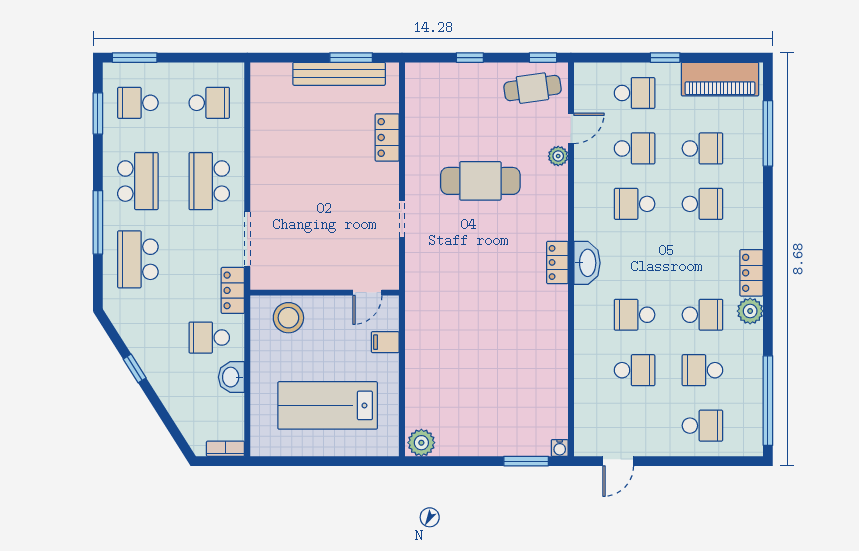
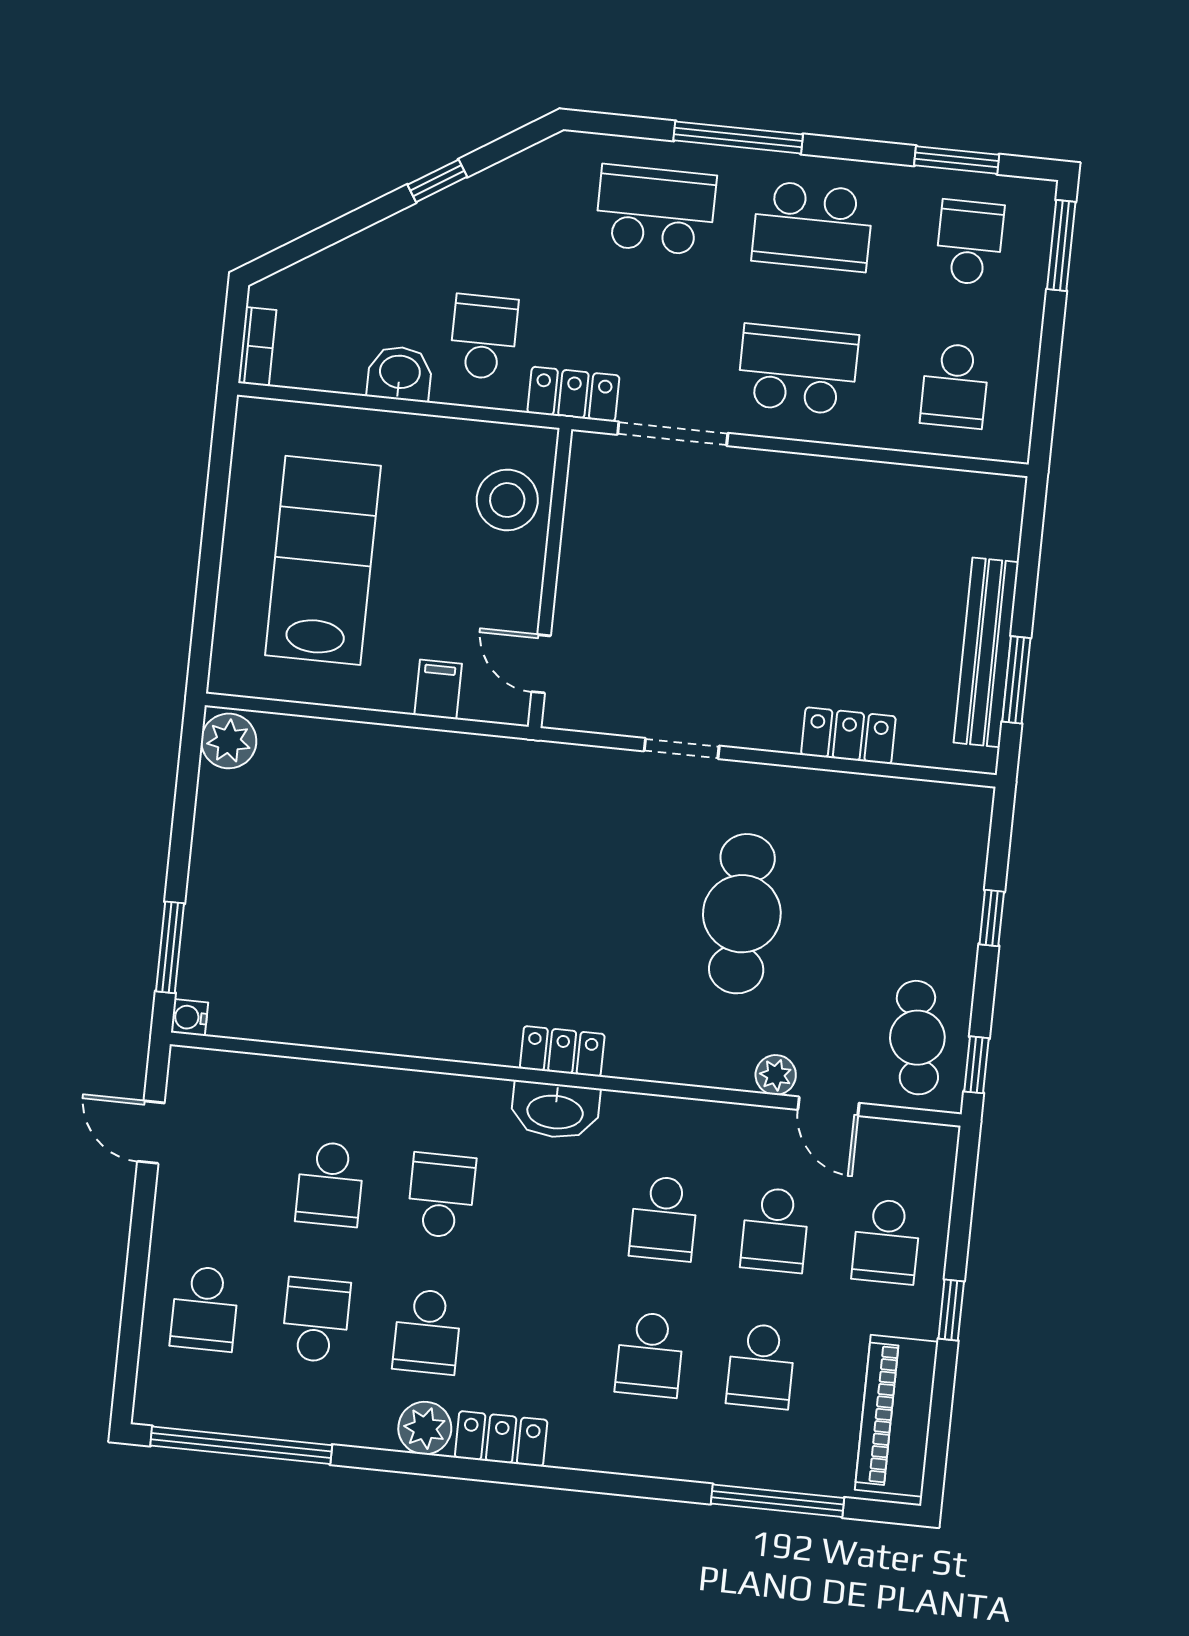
school desk: (635, 204) -> (664, 1218), turned 180

